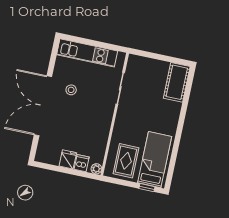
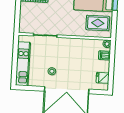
fridge: (68, 159) -> (103, 78), moved

